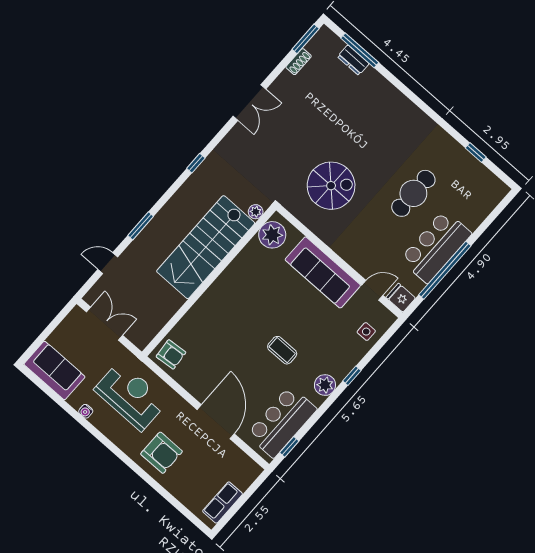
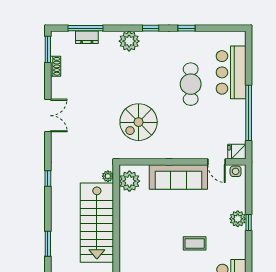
plant: (391, 100) -> (129, 41), added
window: (422, 106) -> (151, 28), added
window: (476, 153) -> (186, 28), moved
spiral stairs: (331, 186) -> (139, 122), turned 180
bar counter: (436, 247) -> (231, 72), moved
door: (372, 290) -> (217, 162), swing flipped
side table: (366, 332) -> (236, 171), moved
plant: (325, 385) -> (238, 219), moved

